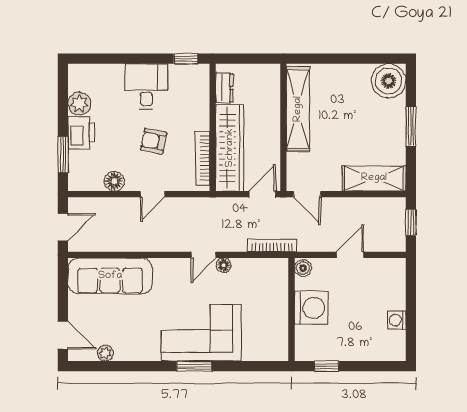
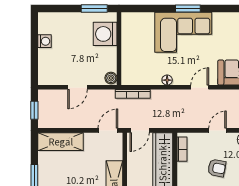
bookcase: (203, 158) -> (182, 149), width x0.64
door: (307, 194) -> (108, 130), hinge flipped
door: (203, 255) -> (200, 87), moved
washing machine: (311, 308) -> (105, 34), moved
window: (326, 366) -> (94, 9), width x1.50

